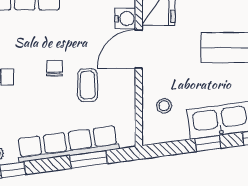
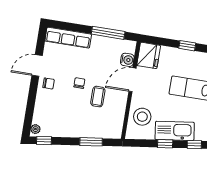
stool: (164, 106) -> (142, 117), width x1.89, depth x1.89
row of seats: (68, 144) -> (80, 130), removed

